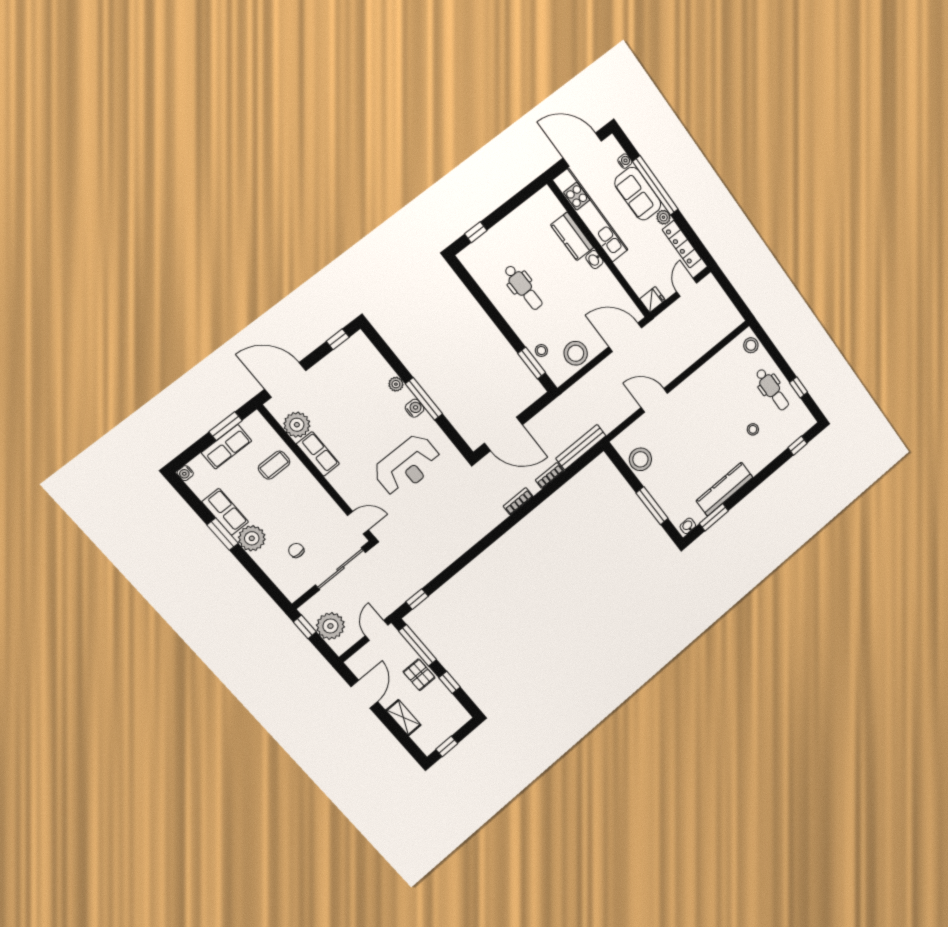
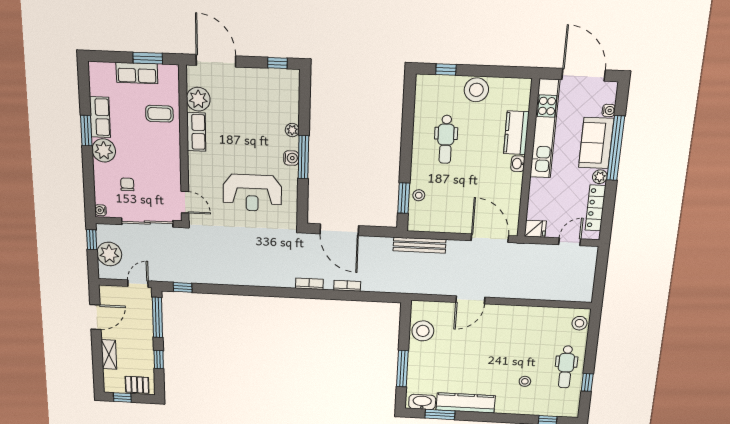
stool: (576, 353) -> (476, 90), moved
door: (654, 400) -> (470, 300), swing flipped
bench: (581, 447) -> (420, 245), moved
water cooler: (185, 473) -> (101, 210), moved
washbasin: (688, 526) -> (422, 402), width x1.91, depth x1.45
pallet: (419, 675) -> (137, 385), moved, turned 90

